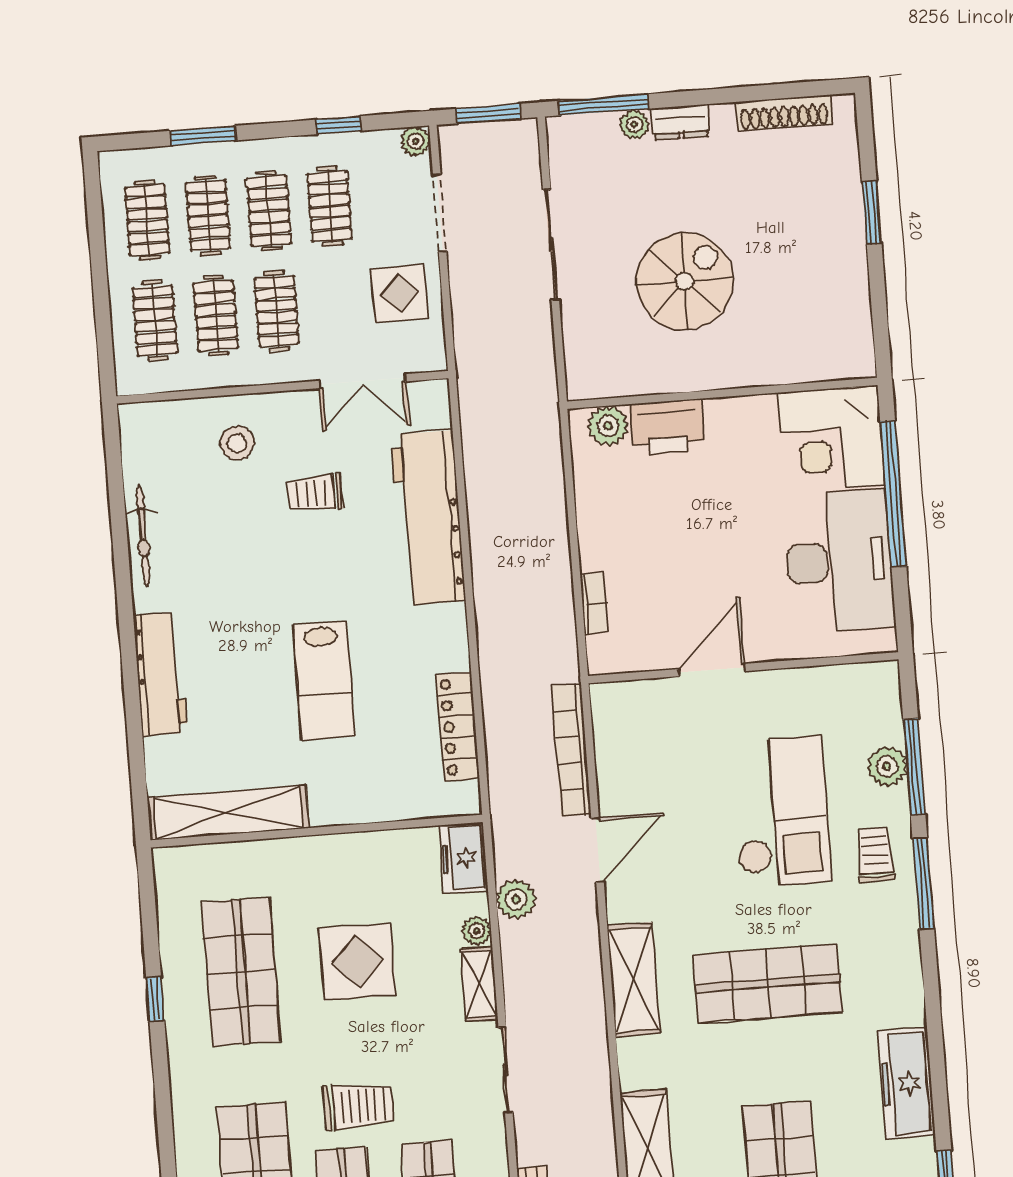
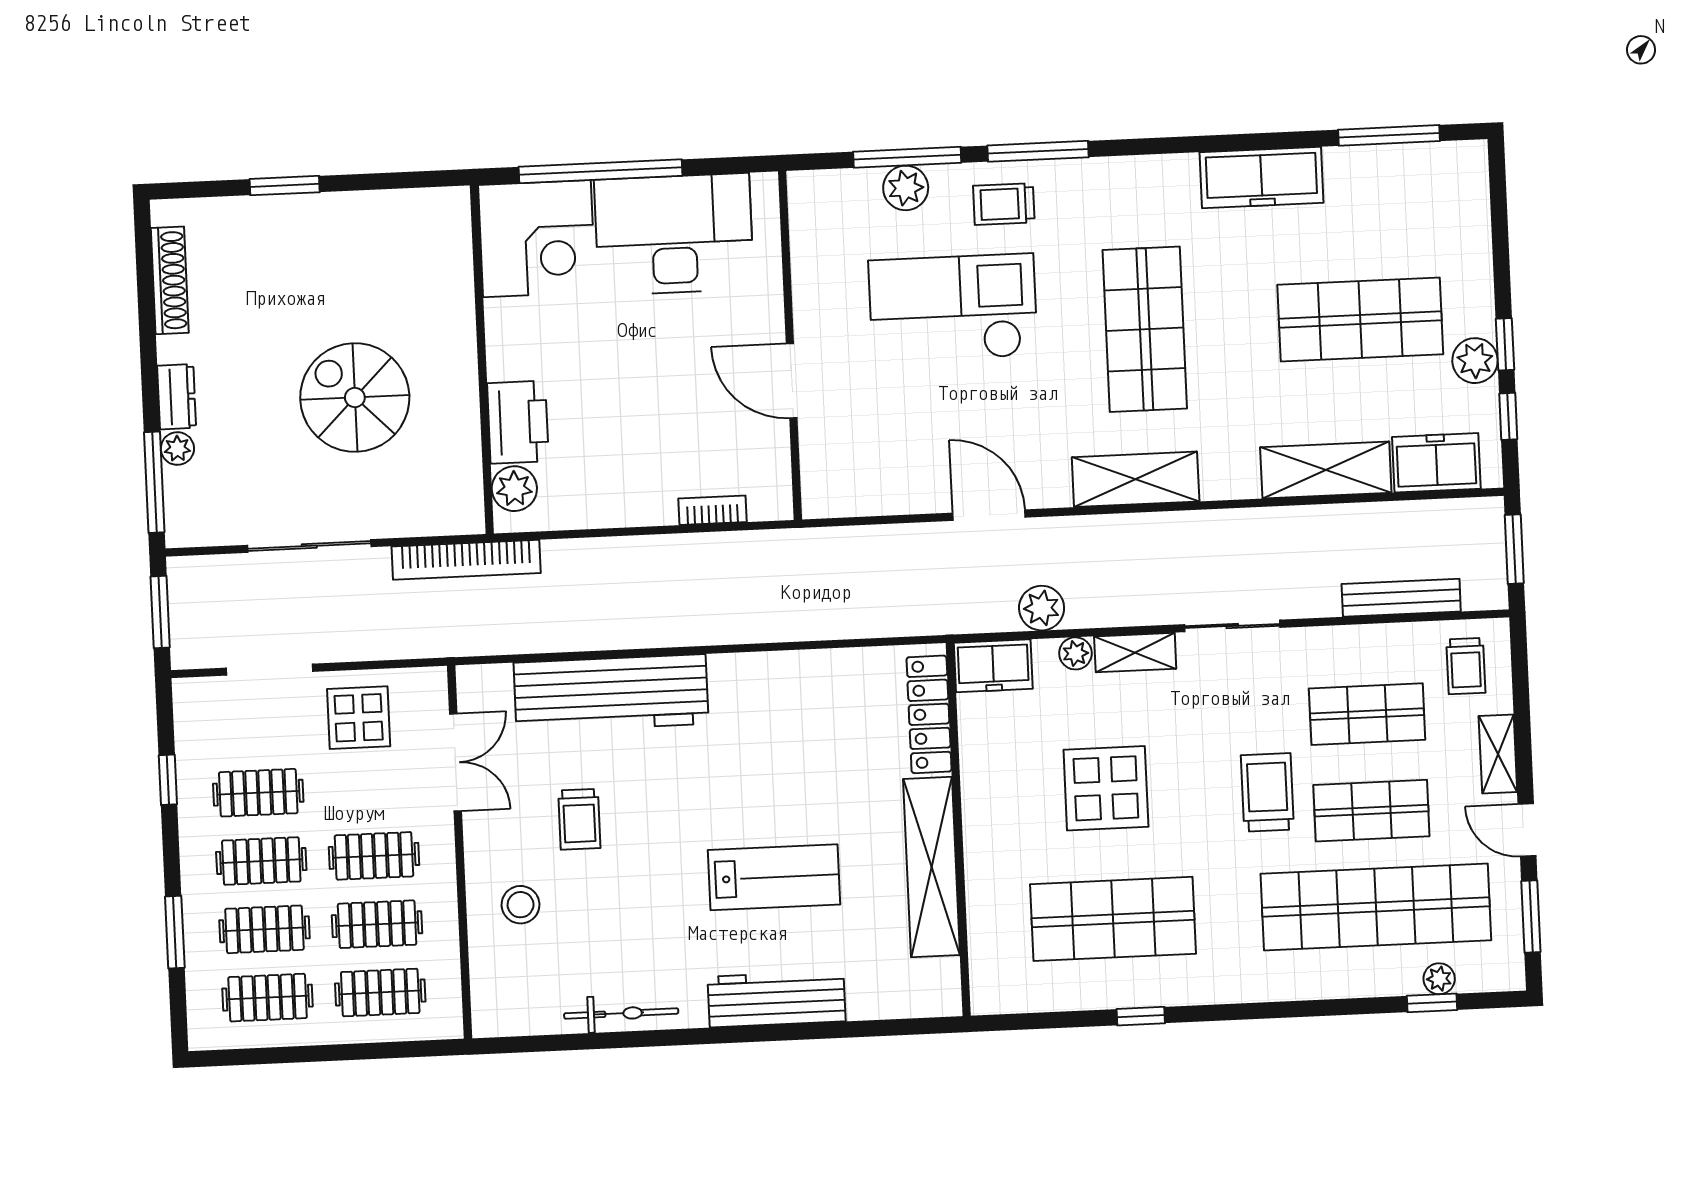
plant: (416, 141) -> (189, 694), removed
lab bench: (324, 681) -> (774, 877), moved
locker: (458, 727) -> (929, 714), moved, turned 90
bookcase: (571, 750) -> (466, 560), moved
shelving: (228, 813) -> (932, 867), moved

